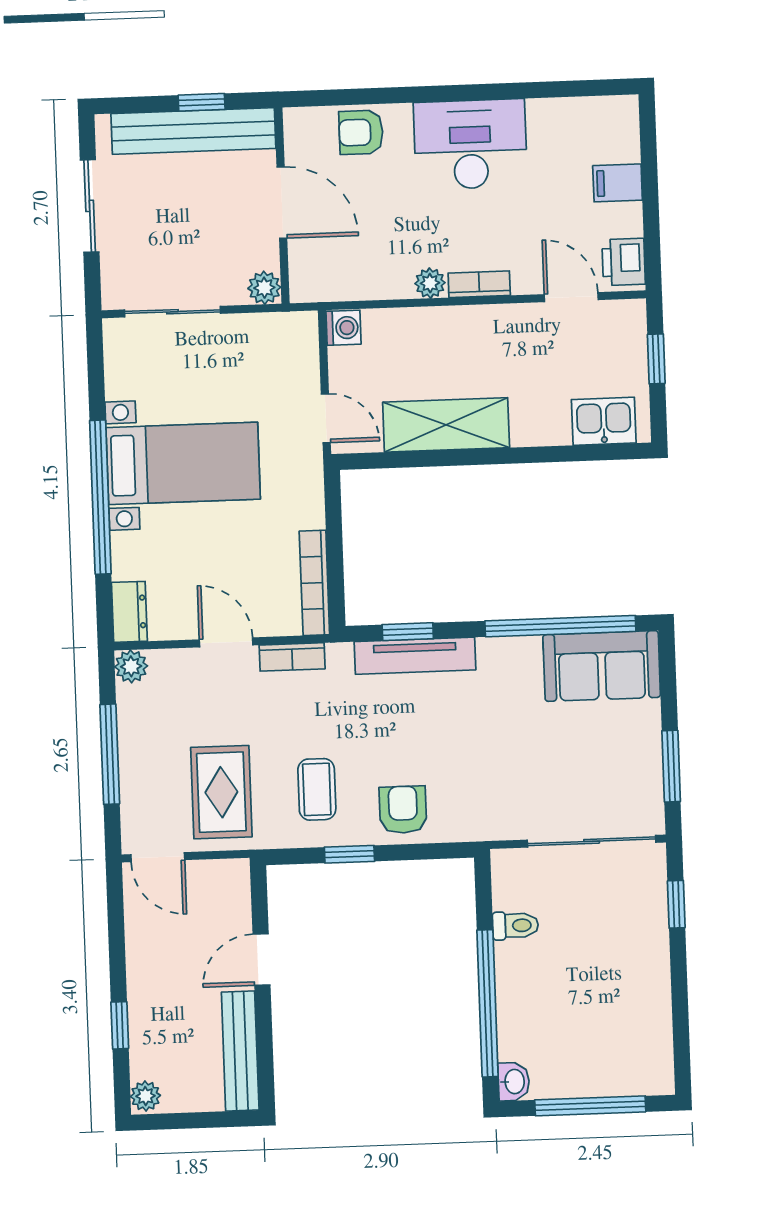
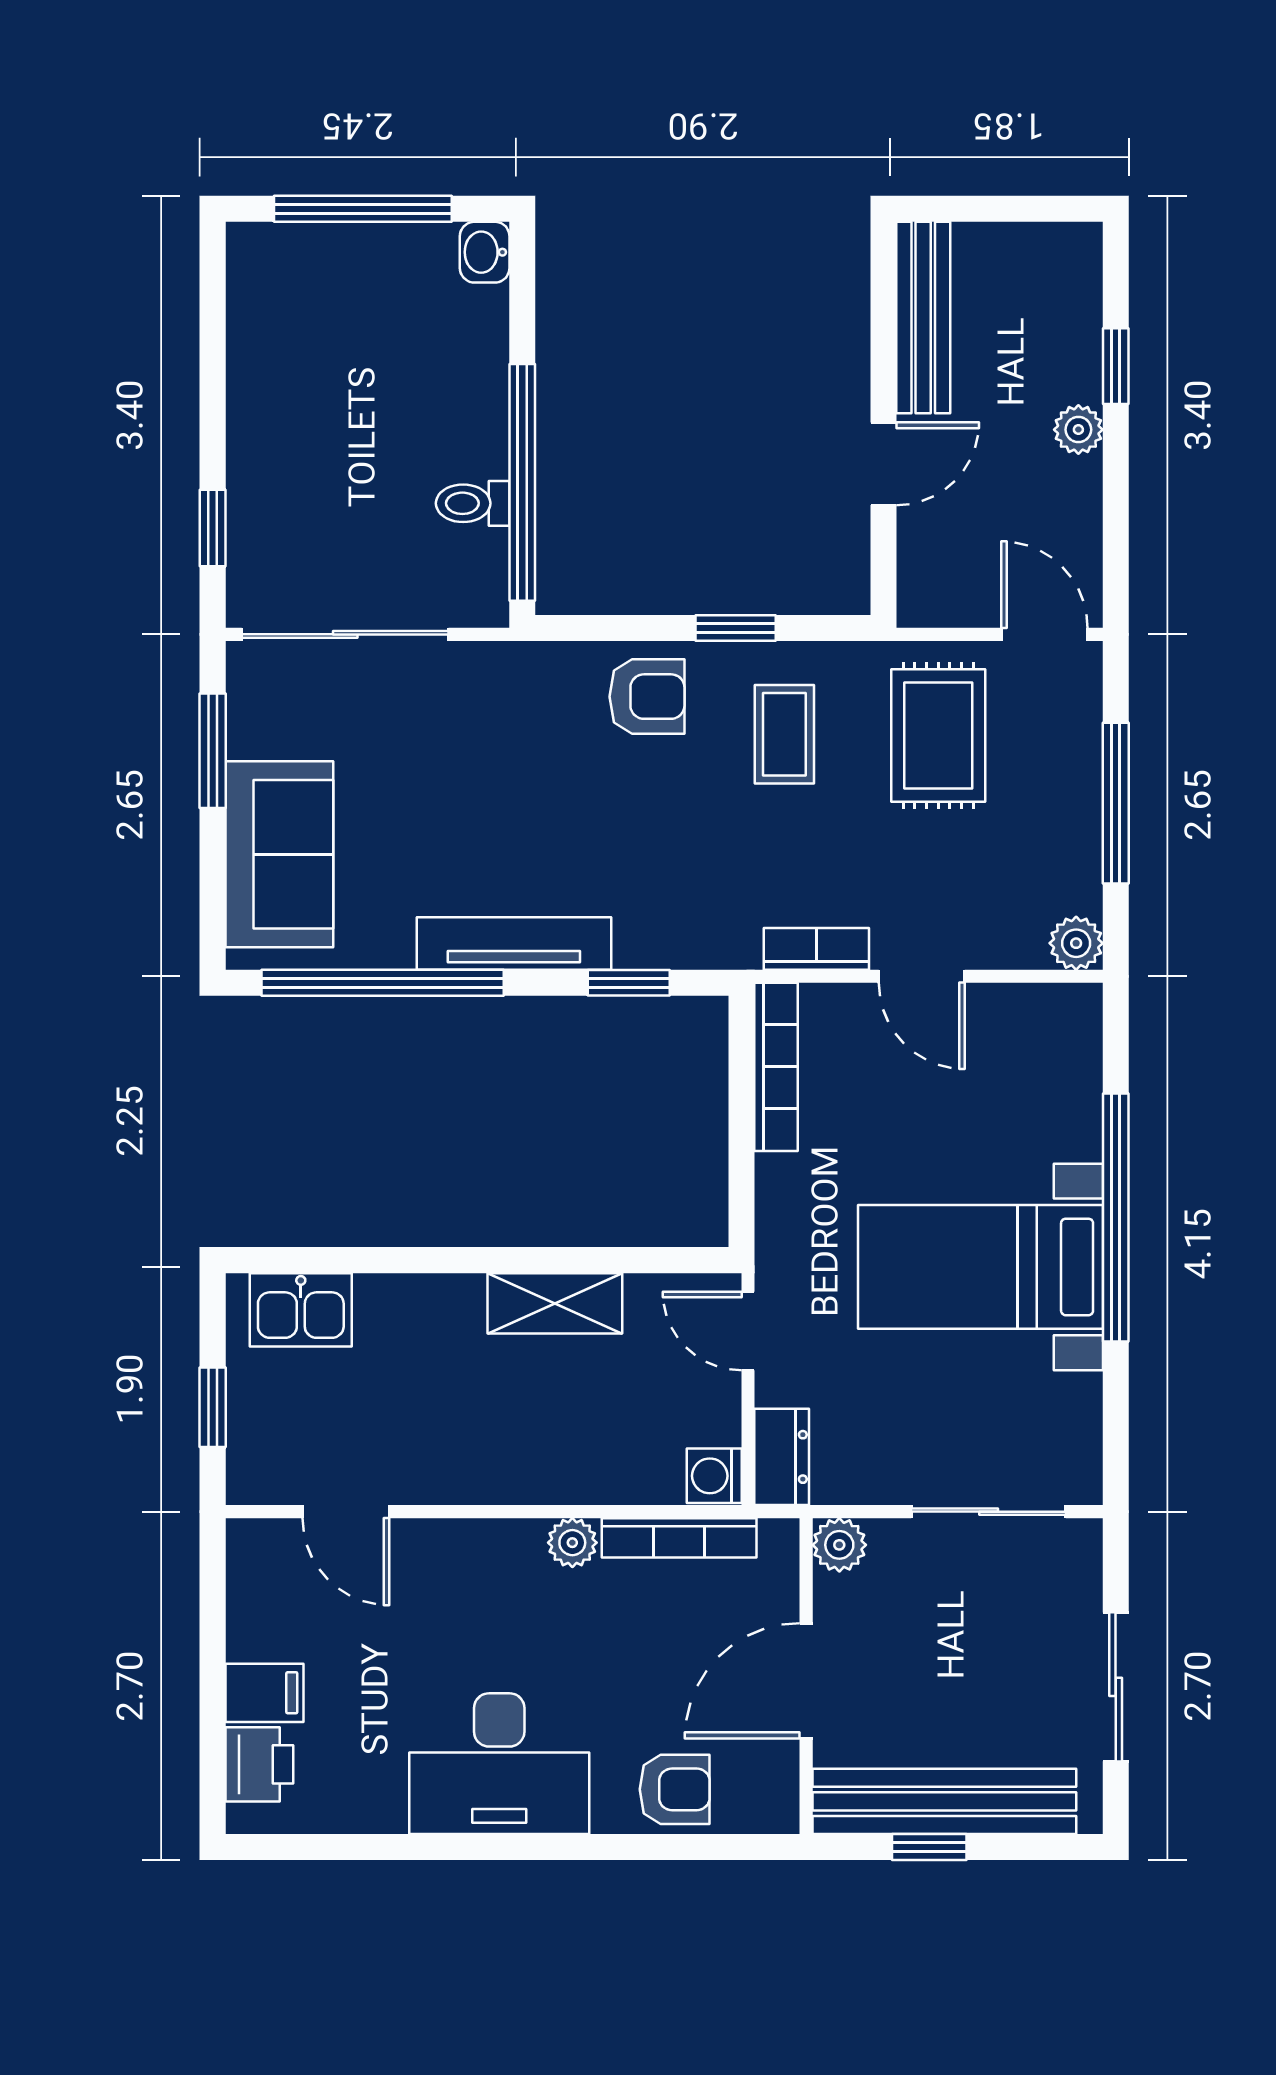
door: (282, 203) -> (806, 1681), hinge flipped
printer: (624, 262) -> (259, 1764), moved
bookcase: (479, 284) -> (679, 1538), moved, width x1.56
shelving: (446, 425) -> (555, 1303), width x0.67, depth x0.75
dresser: (129, 612) -> (782, 1457), moved, turned 180
tv unit: (415, 656) -> (514, 944), moved
sofa: (602, 666) -> (279, 854), moved, turned 90
armchair: (403, 810) -> (647, 697), turned -90
window: (488, 1003) -> (522, 482), moved
plant: (145, 1096) -> (1078, 430), moved

